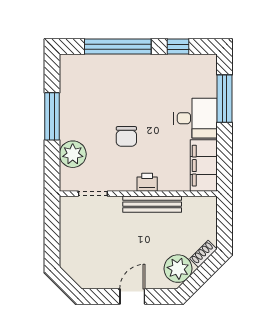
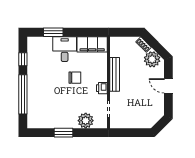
window: (225, 99) -> (53, 32), width x0.69
window: (52, 116) -> (64, 133), width x0.69
chair: (126, 136) -> (75, 78), moved
printer: (147, 182) -> (102, 88), moved

